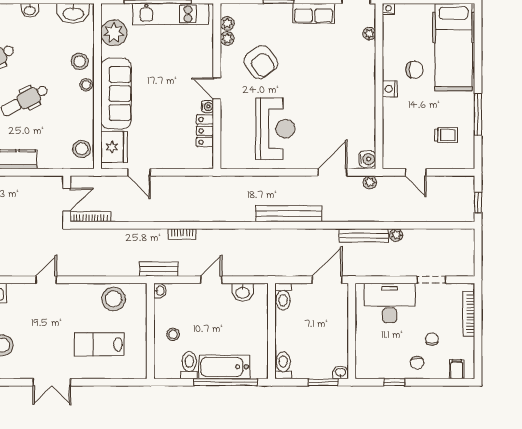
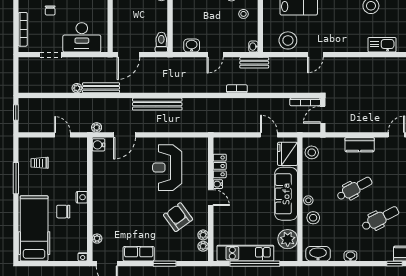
door: (46, 280) -> (315, 55), moved

